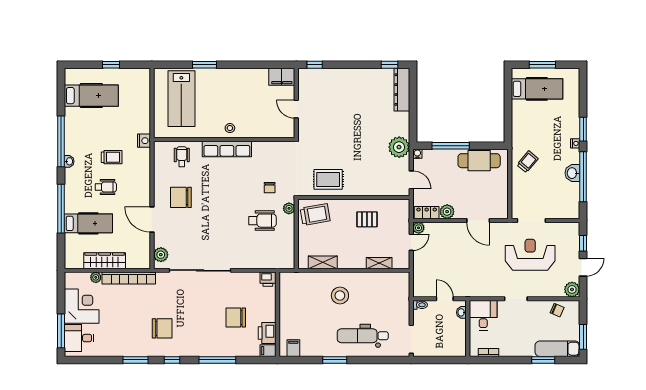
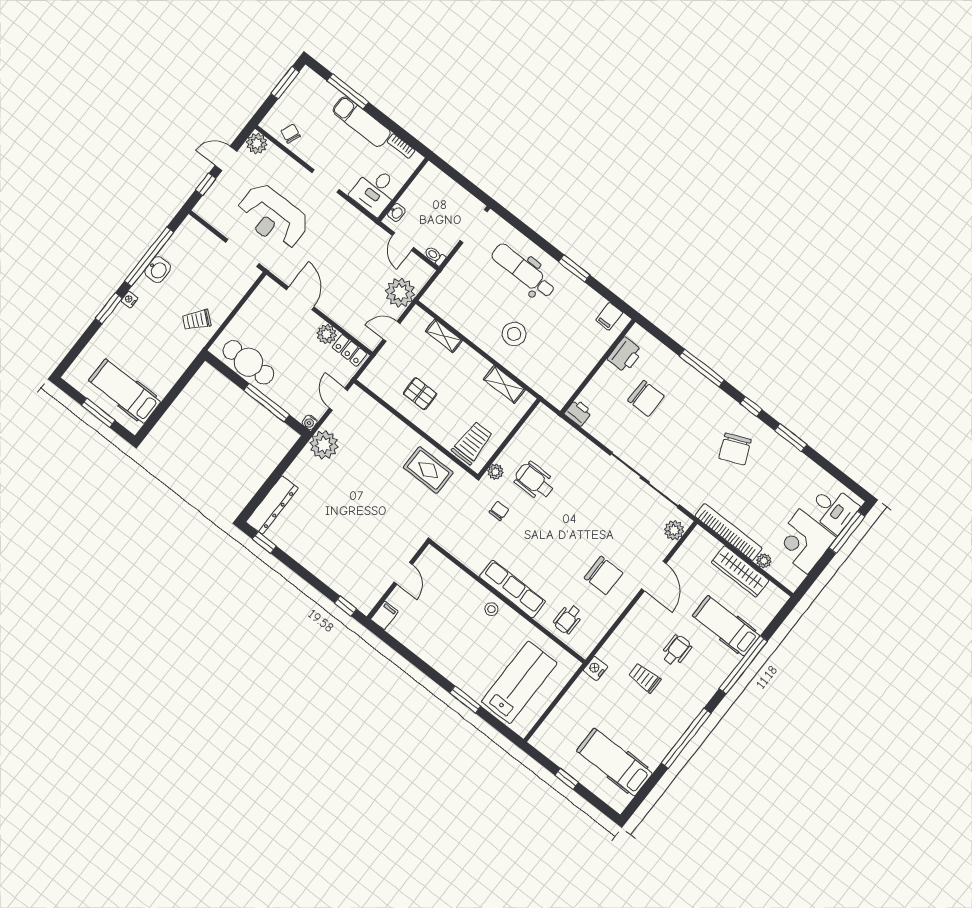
filing cabinet: (282, 77) -> (384, 615), width x0.50
washbasin: (69, 161) -> (694, 709), removed
wheelchair: (106, 187) -> (676, 650), turned 90
trolley: (315, 215) -> (472, 443), turned 100
plant: (419, 228) -> (400, 293), moved, width x1.87, depth x1.87
chair: (162, 328) -> (735, 449), turned -113
dental chair: (363, 336) -> (523, 271), turned 180
exam couch: (557, 349) -> (362, 122), moved
filing cabinet: (268, 351) -> (639, 335), removed
window: (543, 360) -> (348, 91), width x1.44

